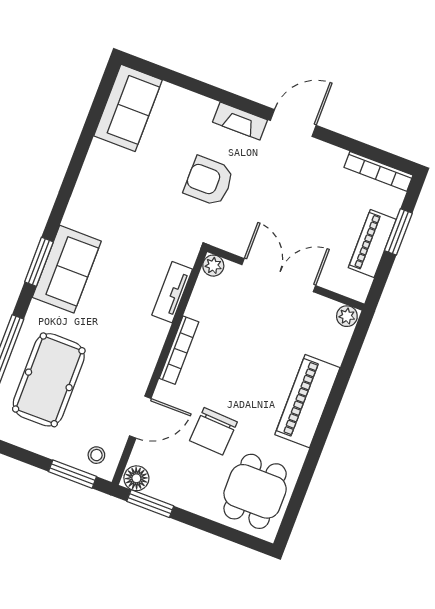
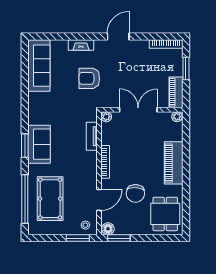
sofa: (128, 108) -> (39, 66), width x1.36
fireplace: (240, 121) -> (81, 45), moved
piano: (372, 243) -> (176, 92), moved

